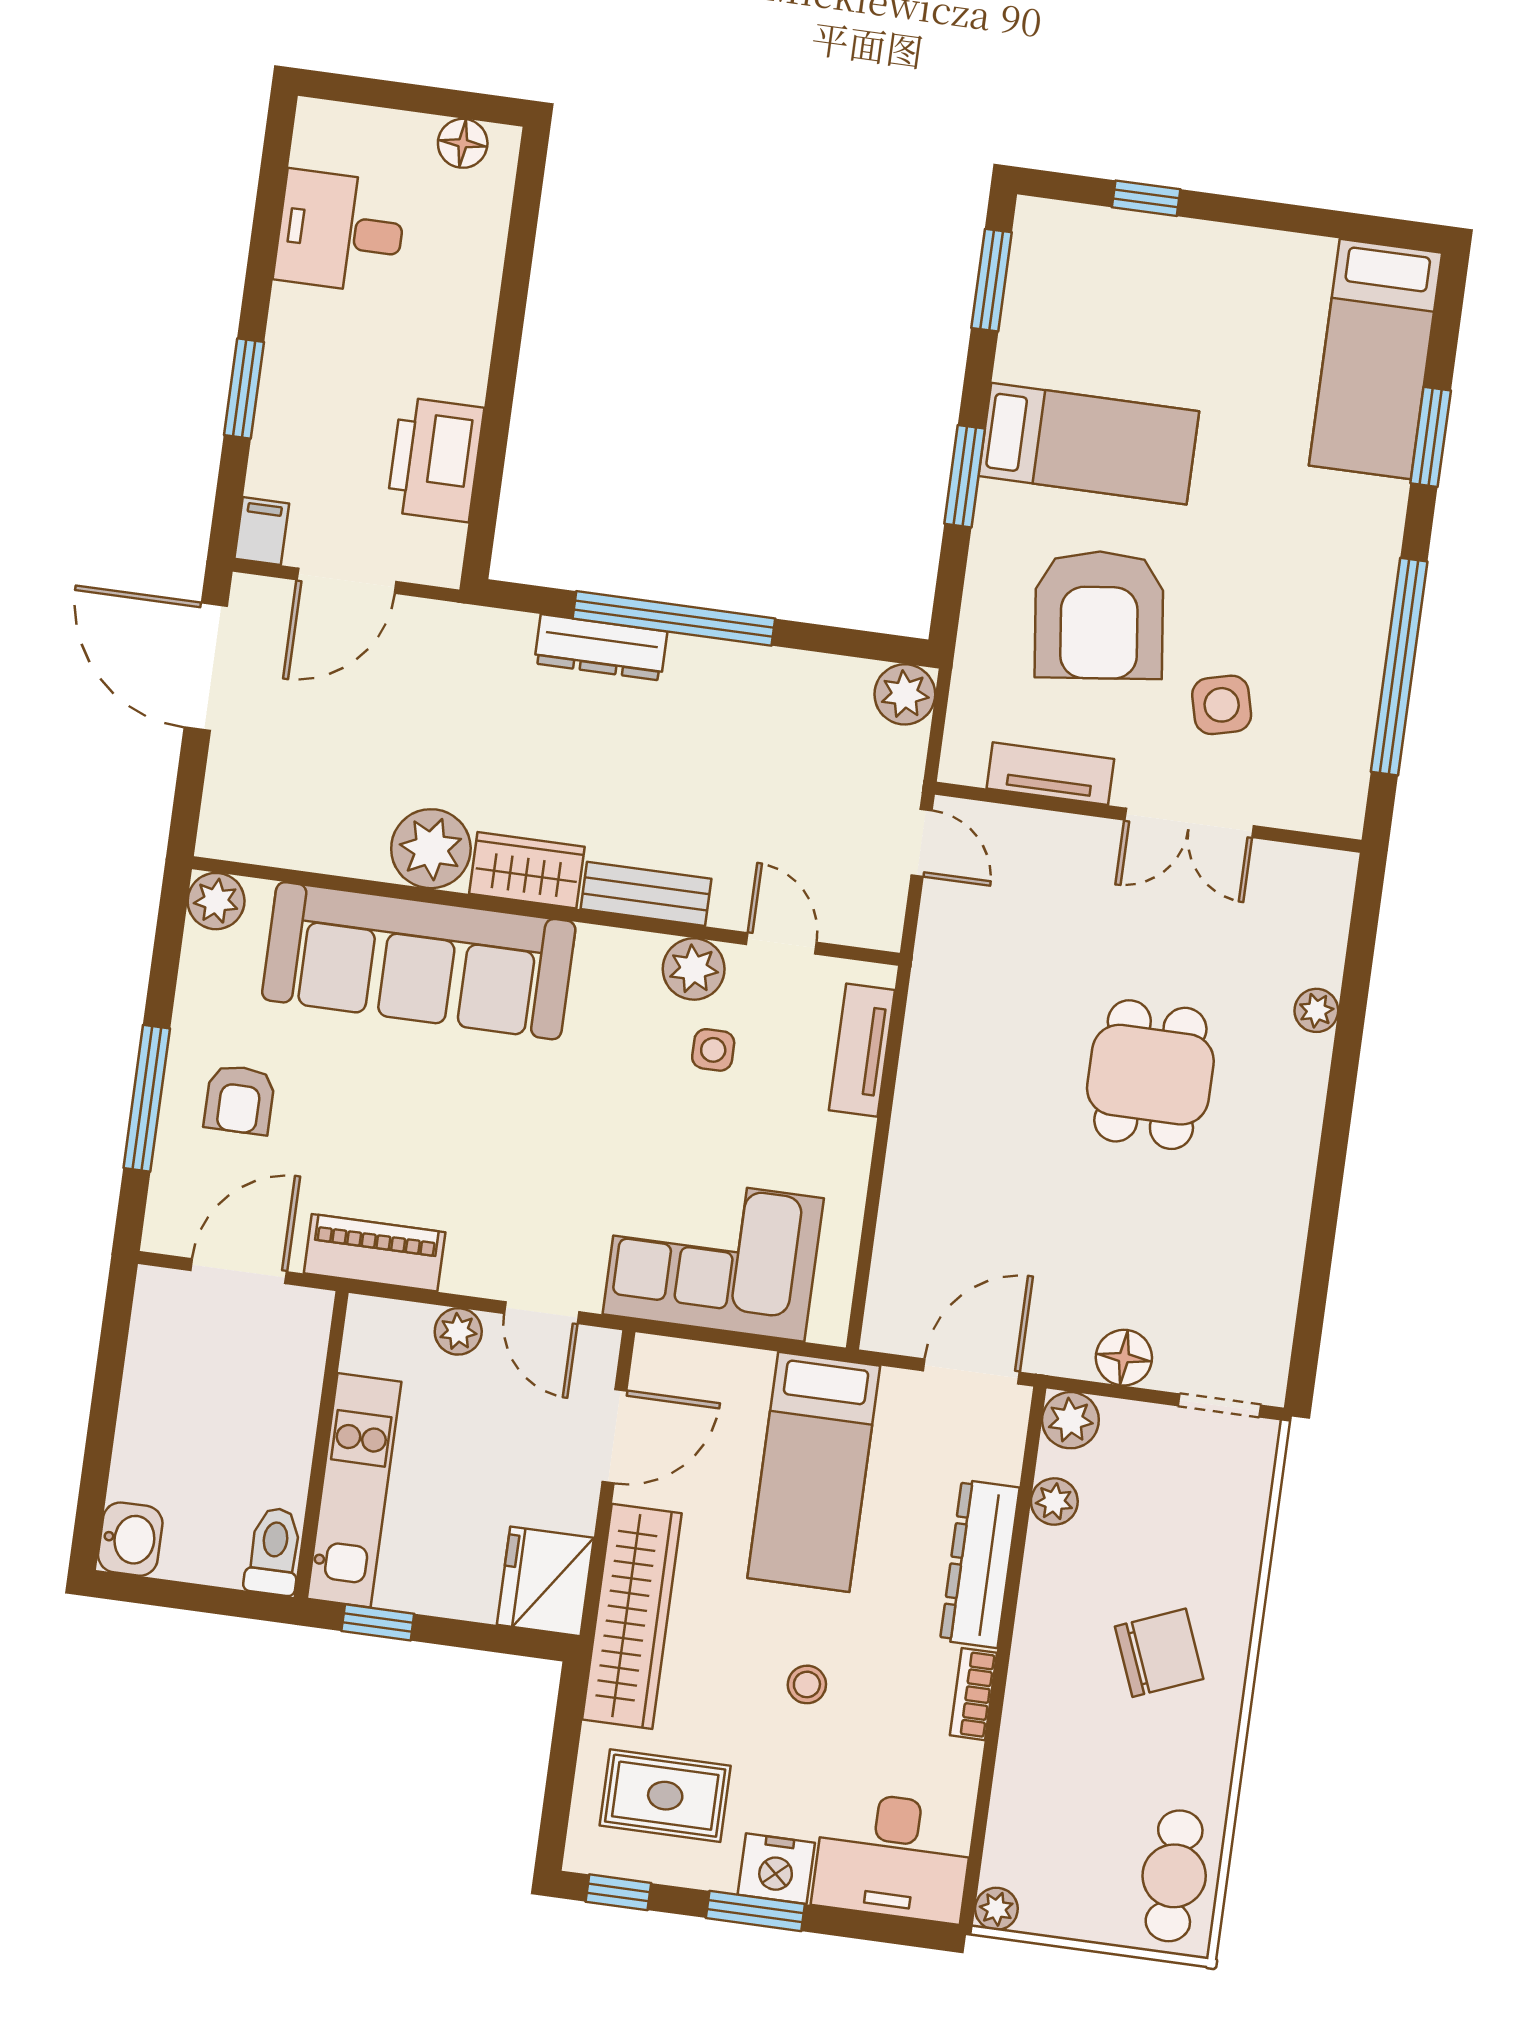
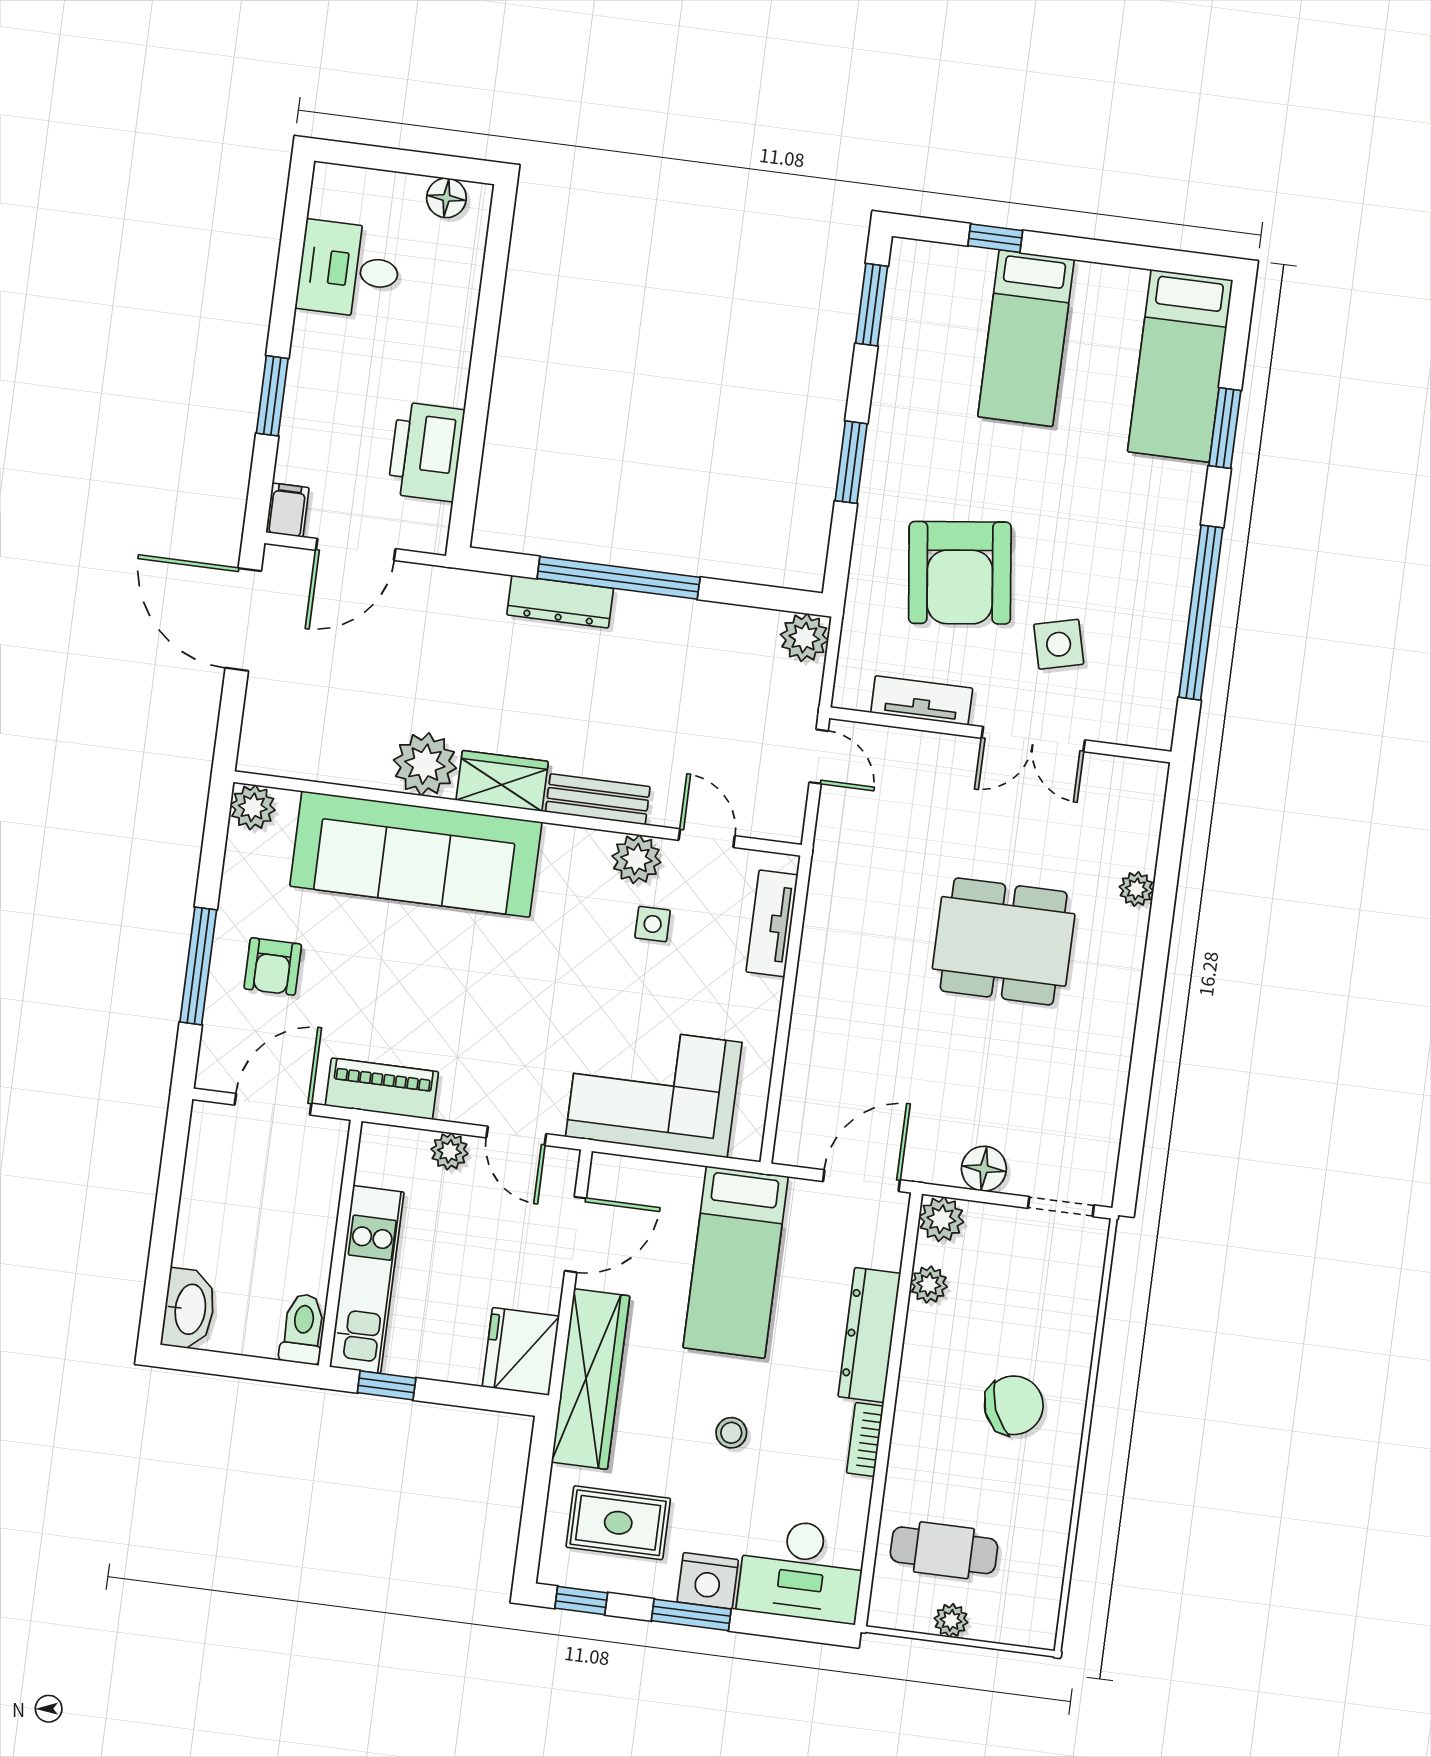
bed: (1089, 444) -> (1026, 338), moved, turned 90
dining table: (1150, 1075) -> (1004, 941), width x1.38
washbasin: (130, 1539) -> (189, 1309), width x1.38
cafe table: (1174, 1876) -> (944, 1550), moved, turned 90
plant: (996, 1909) -> (951, 1620), moved

